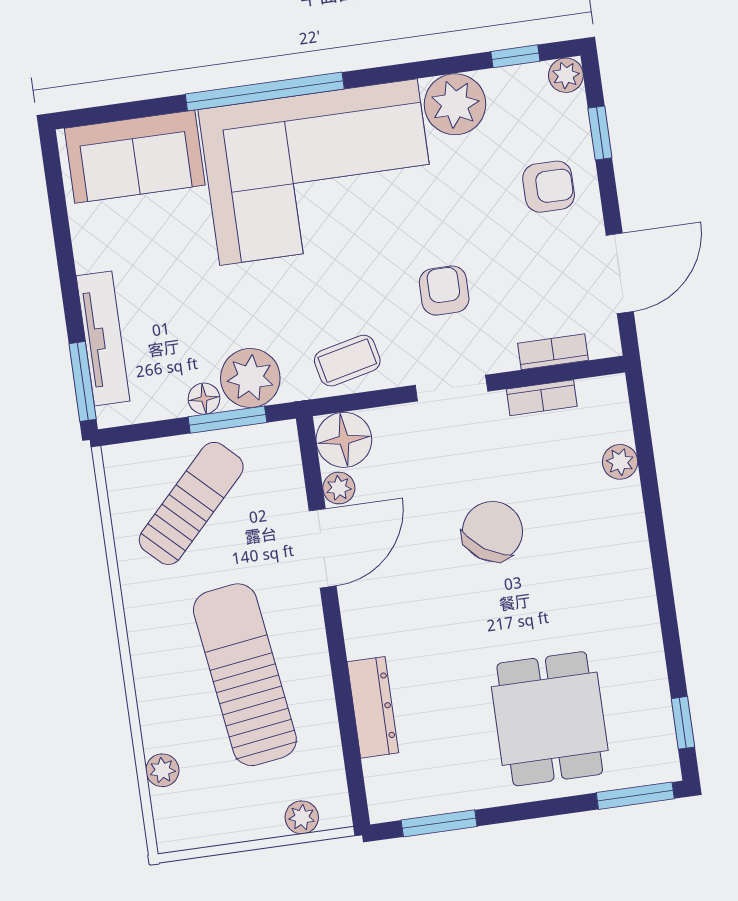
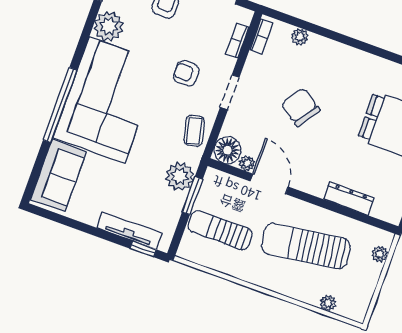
window: (83, 381) -> (143, 249), width x0.67
bookcase: (542, 398) -> (261, 36), moved
floor lamp: (204, 399) -> (178, 201), removed
sun lounger: (191, 503) -> (220, 230), turned -44

